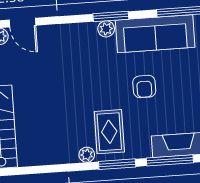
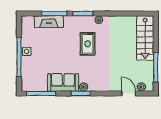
sofa: (155, 34) -> (63, 82), width x0.73
armchair: (144, 87) -> (65, 54), removed
rug: (109, 132) -> (88, 44), moved

